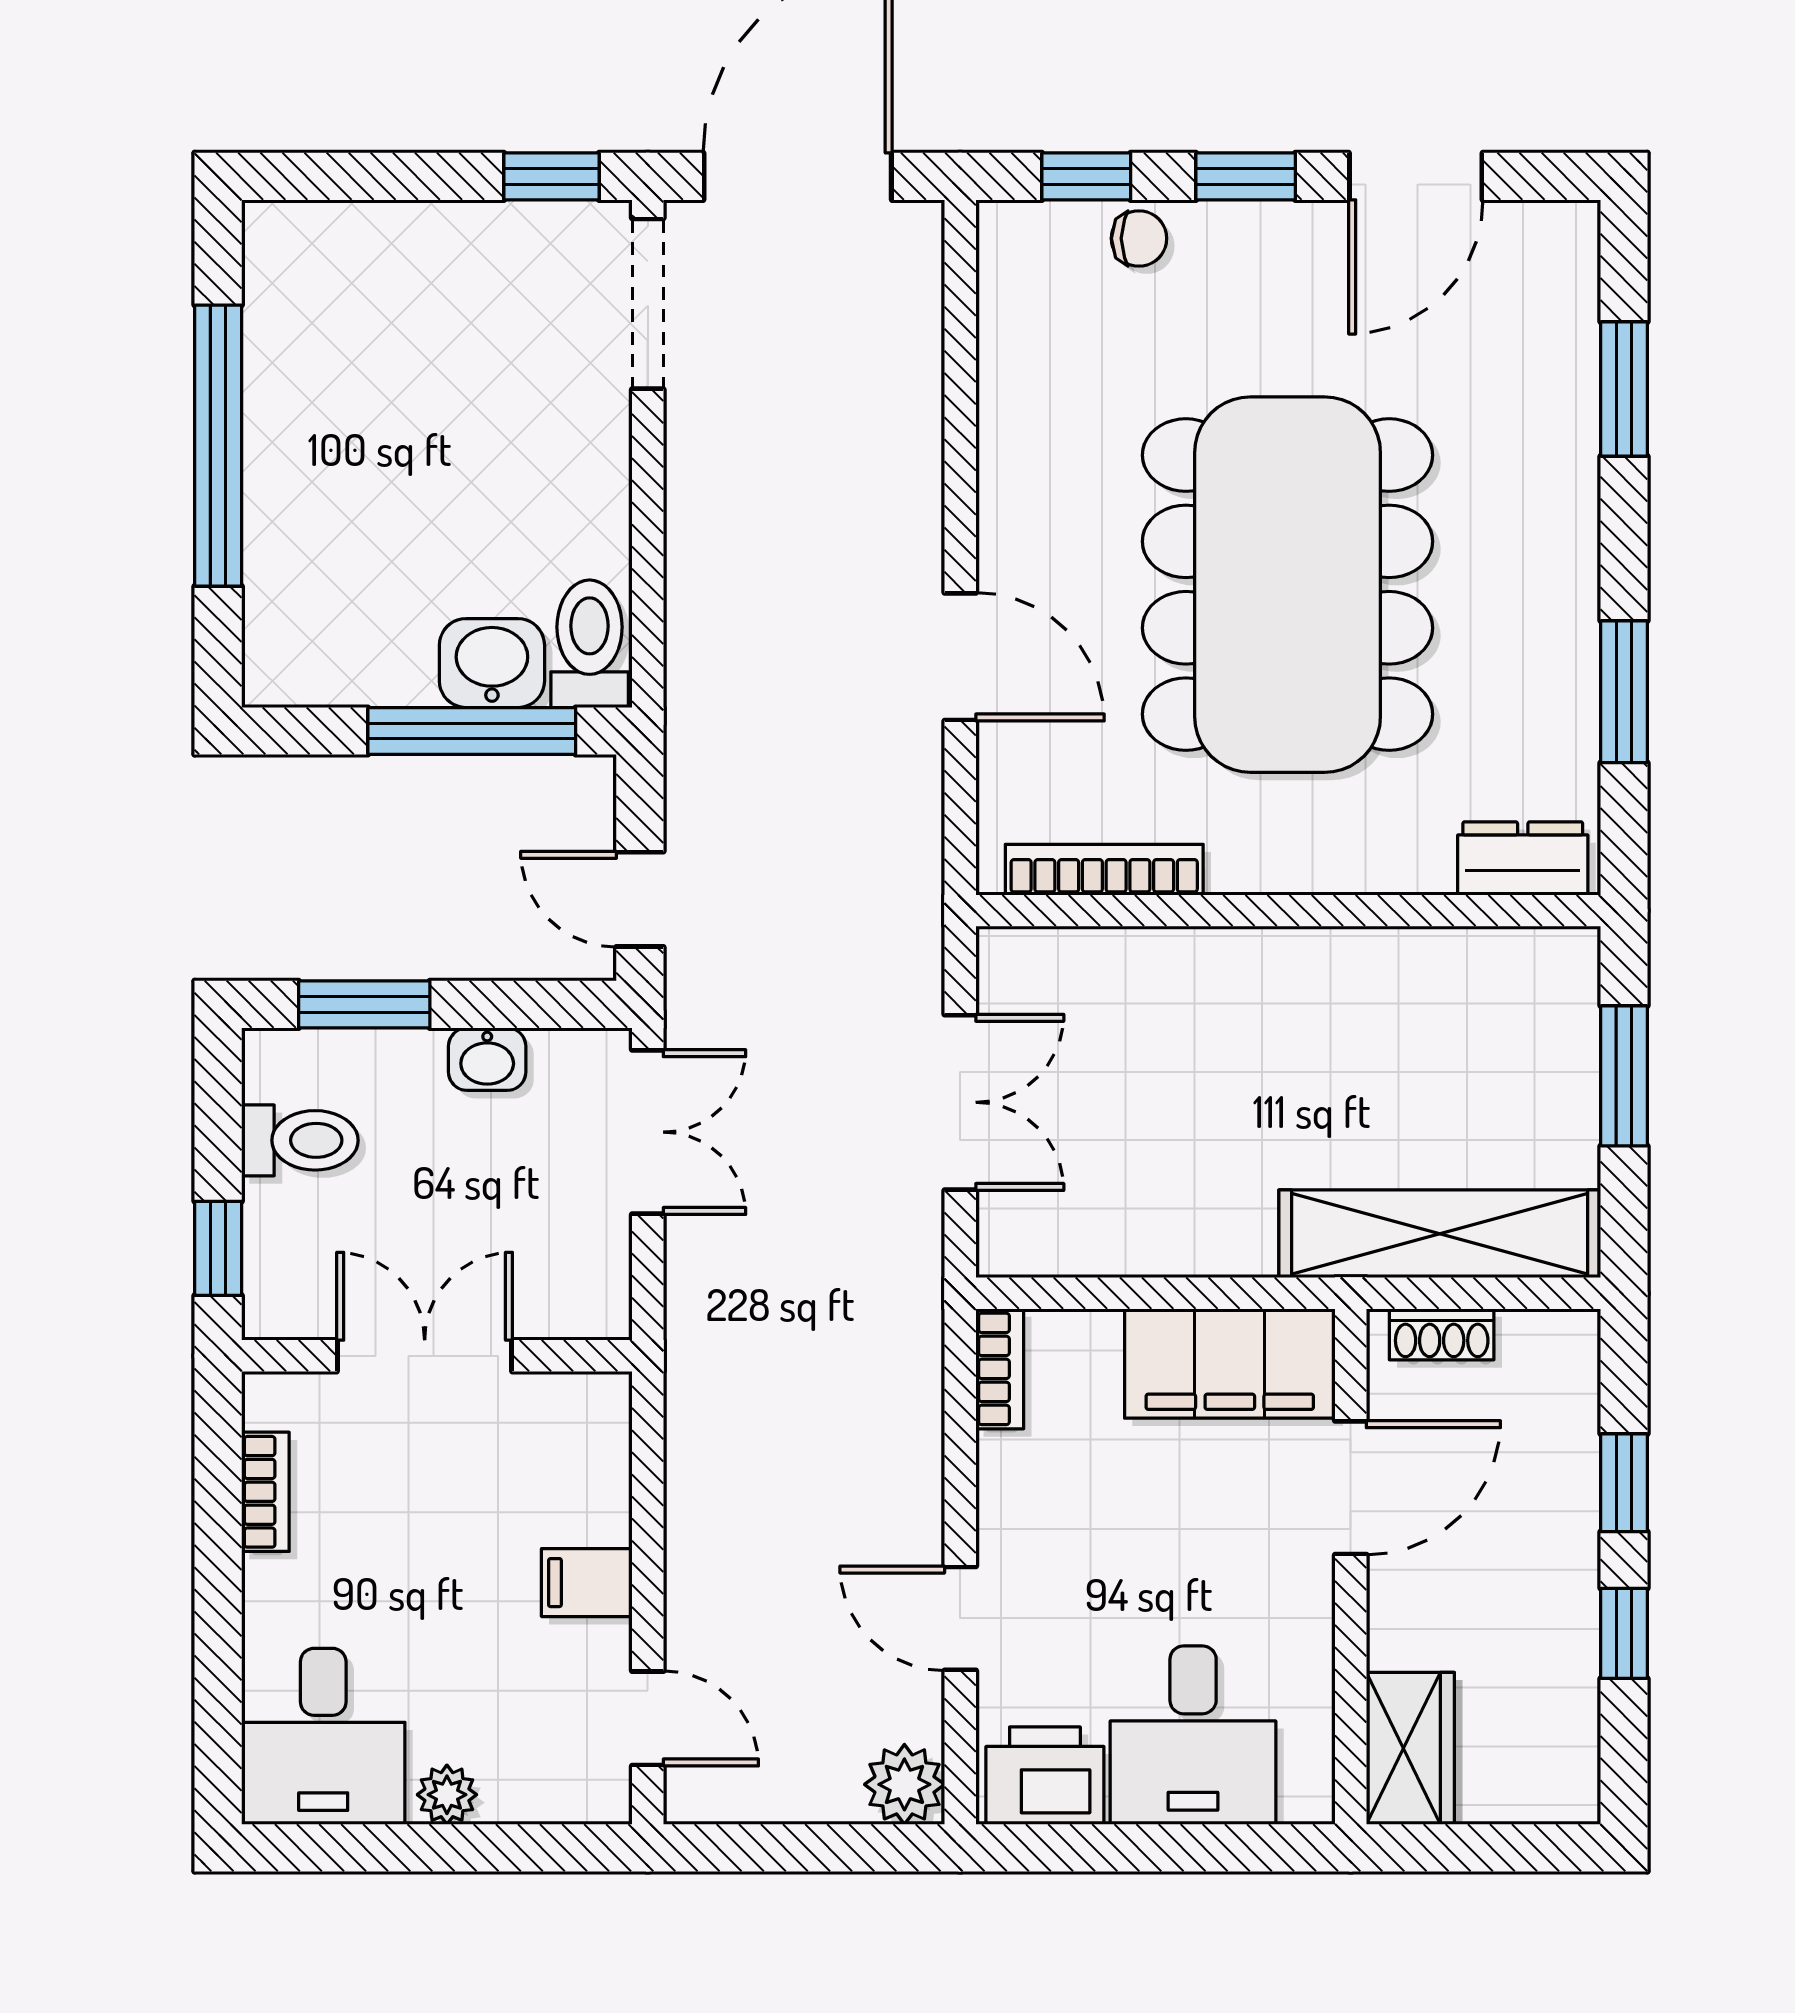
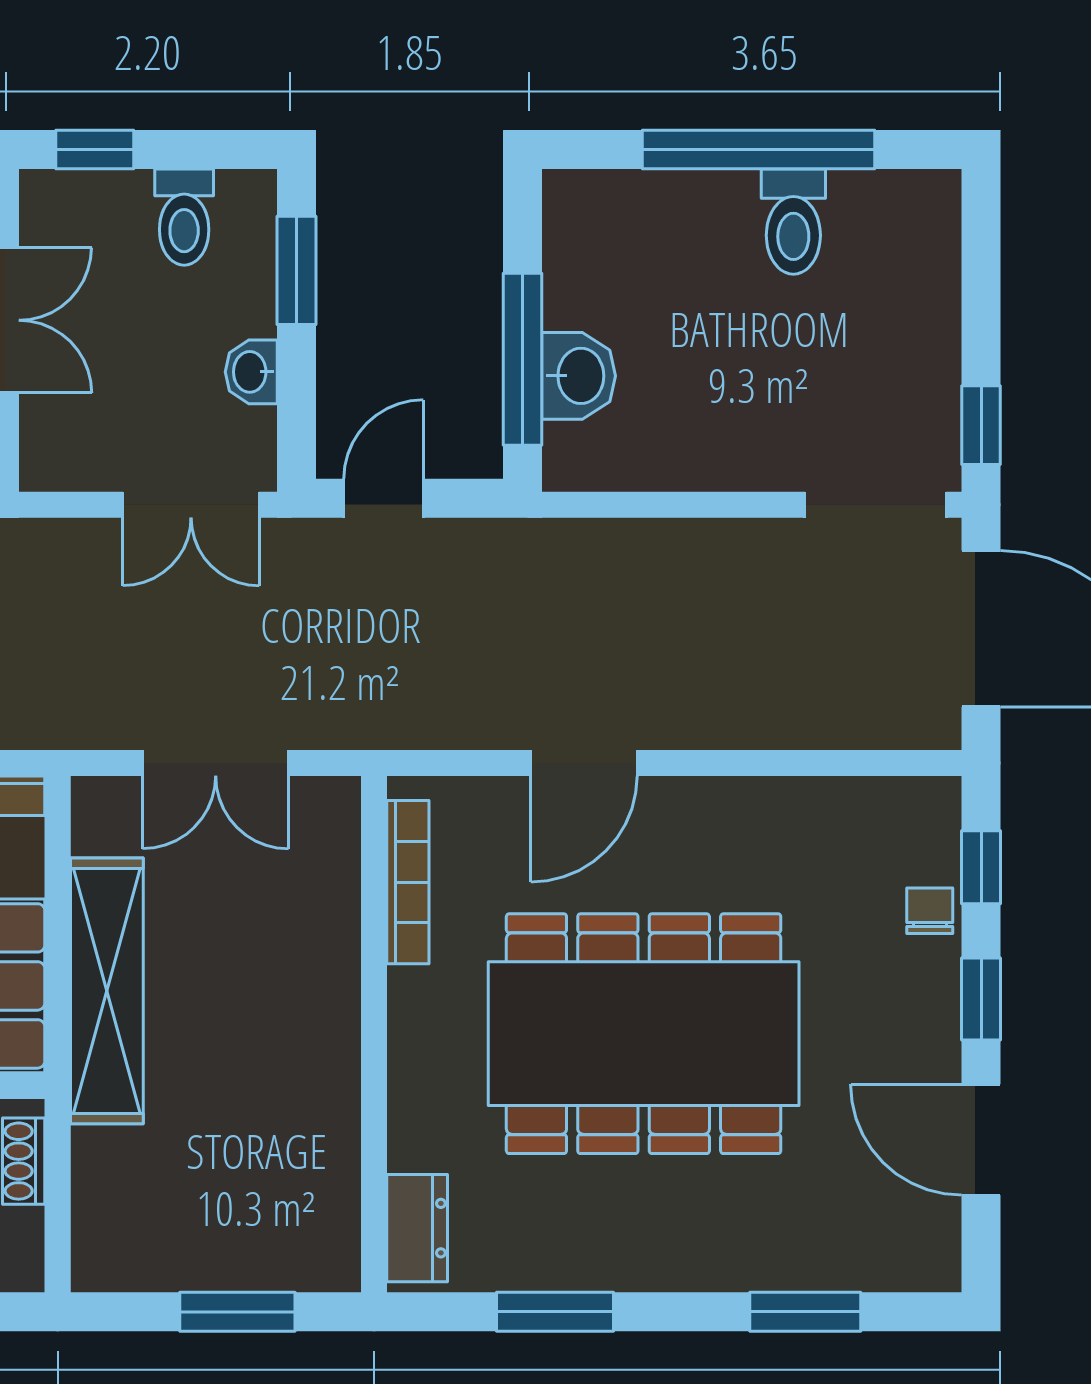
chair: (1139, 238) -> (930, 911), turned 180
toilet: (590, 644) -> (793, 222), moved, turned 90
shelving: (1440, 1234) -> (107, 991), moved

